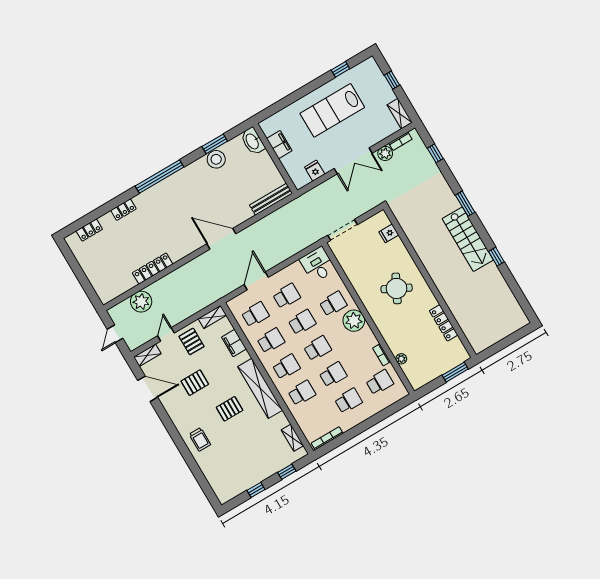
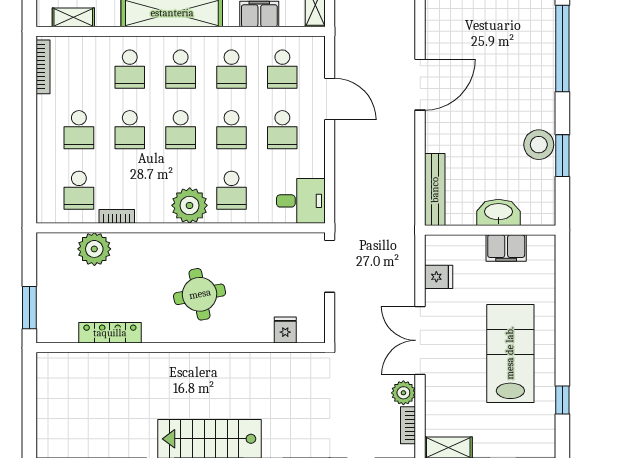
washbasin: (253, 141) -> (498, 212), moved
round table: (397, 288) -> (200, 294), turned -38
plant: (401, 359) -> (94, 249), width x1.88, depth x1.88

